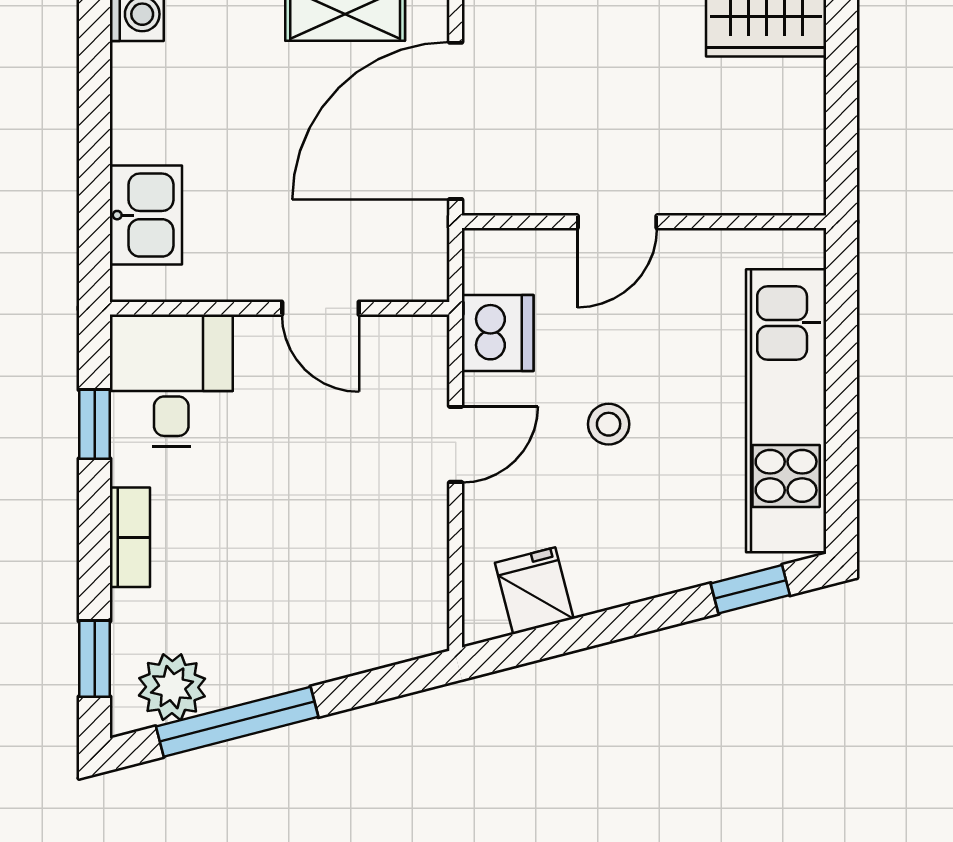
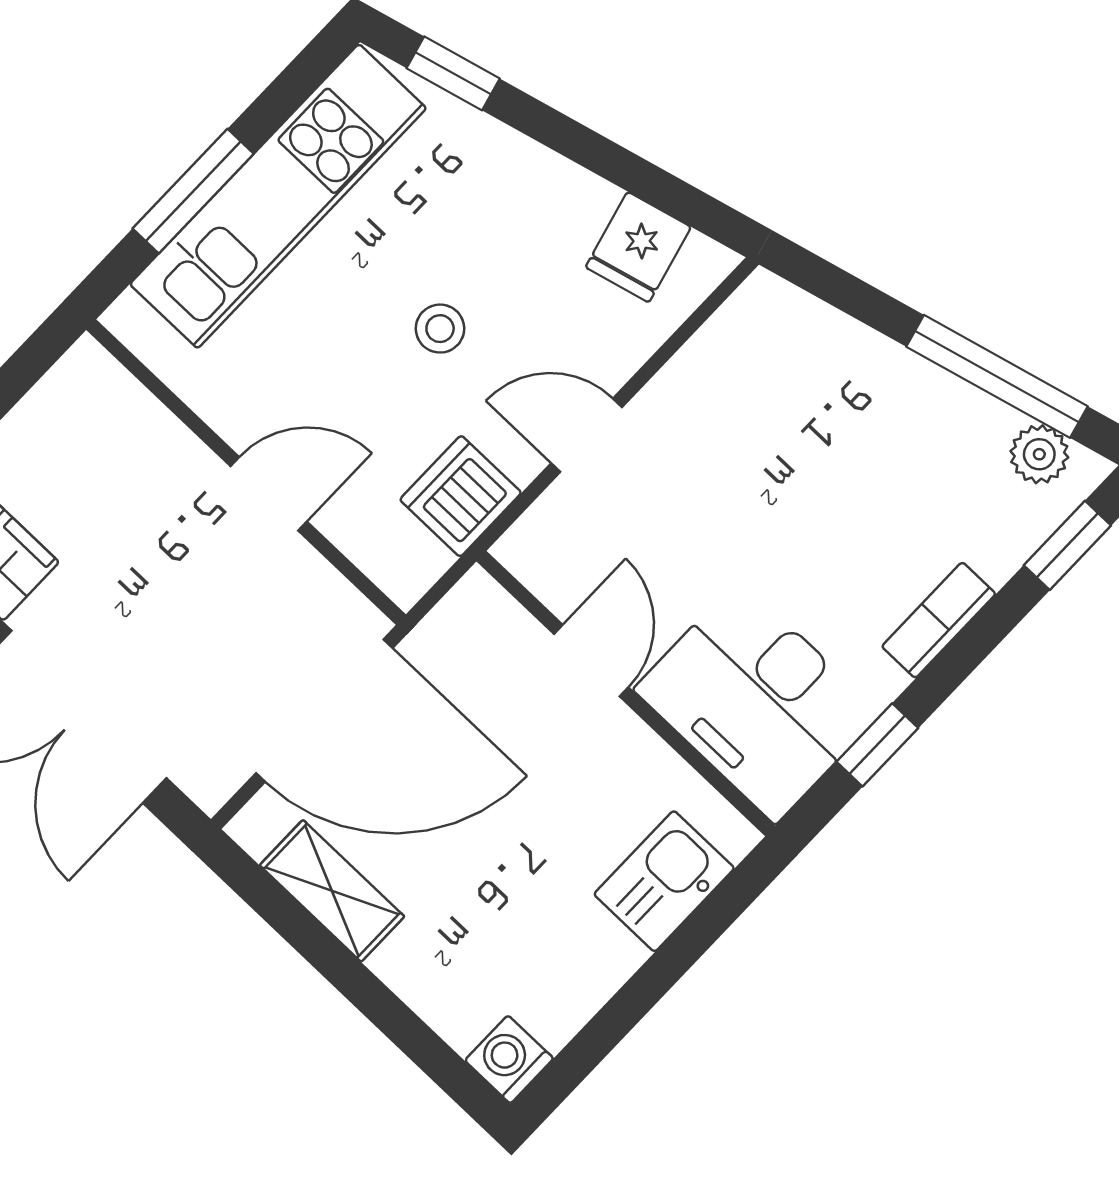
window: (841, 364) -> (193, 191), added
desk: (171, 381) -> (757, 701), width x1.37
plant: (172, 687) -> (1039, 454), width x0.73, depth x0.73

